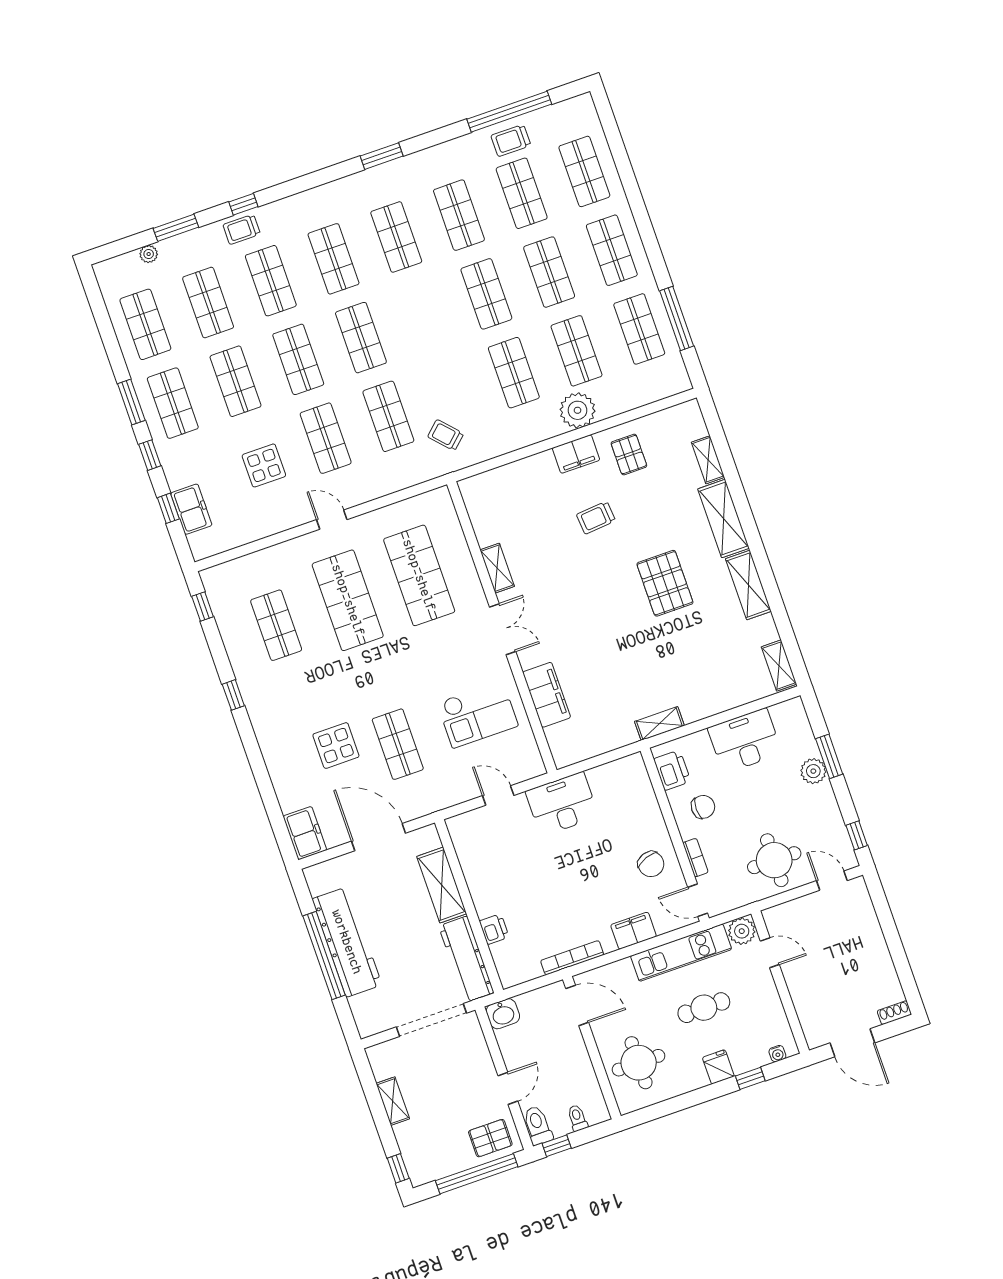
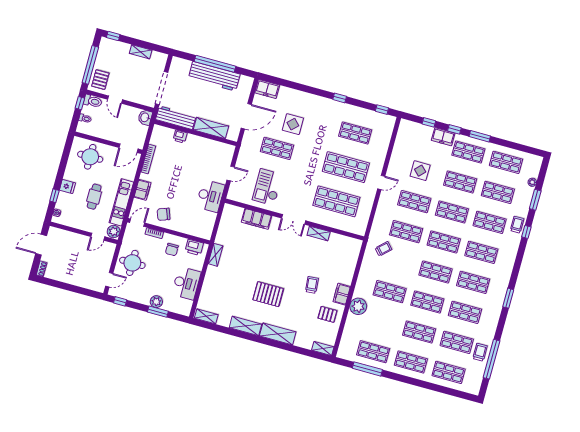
shop shelf: (577, 351) -> (436, 272), moved
shelving: (708, 460) -> (323, 349), moved
freezer: (191, 509) -> (443, 137), moved

